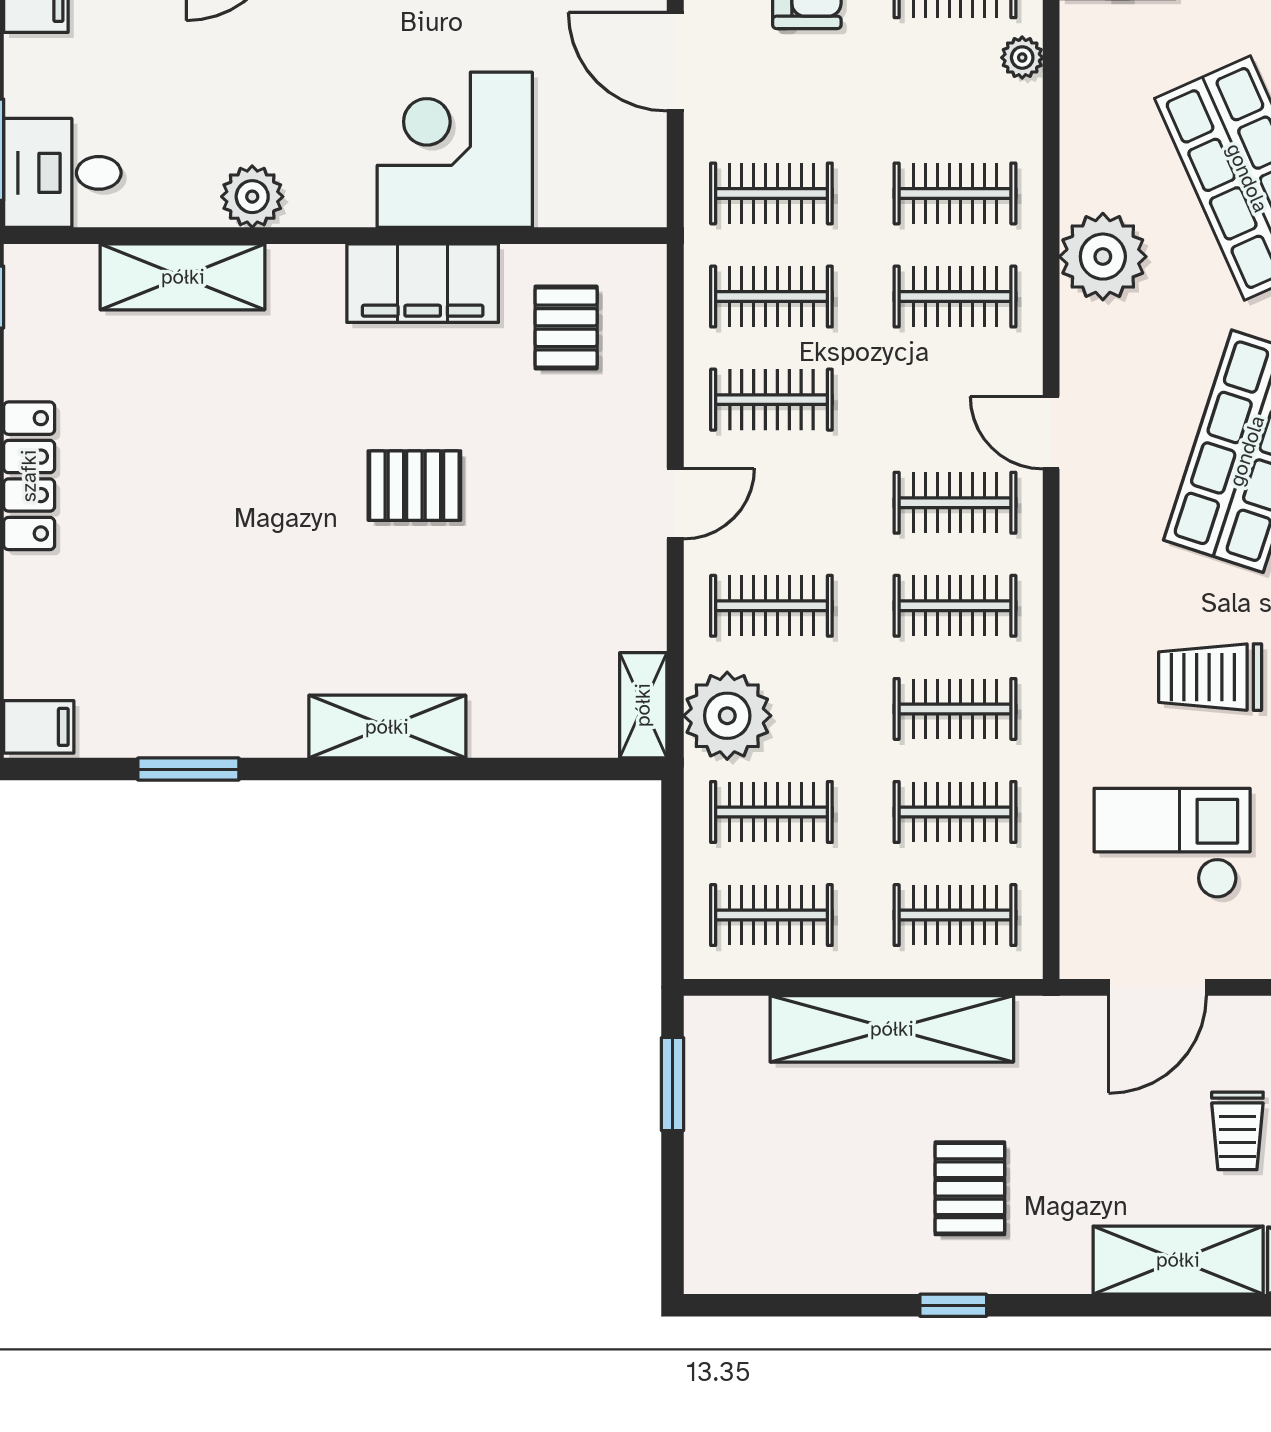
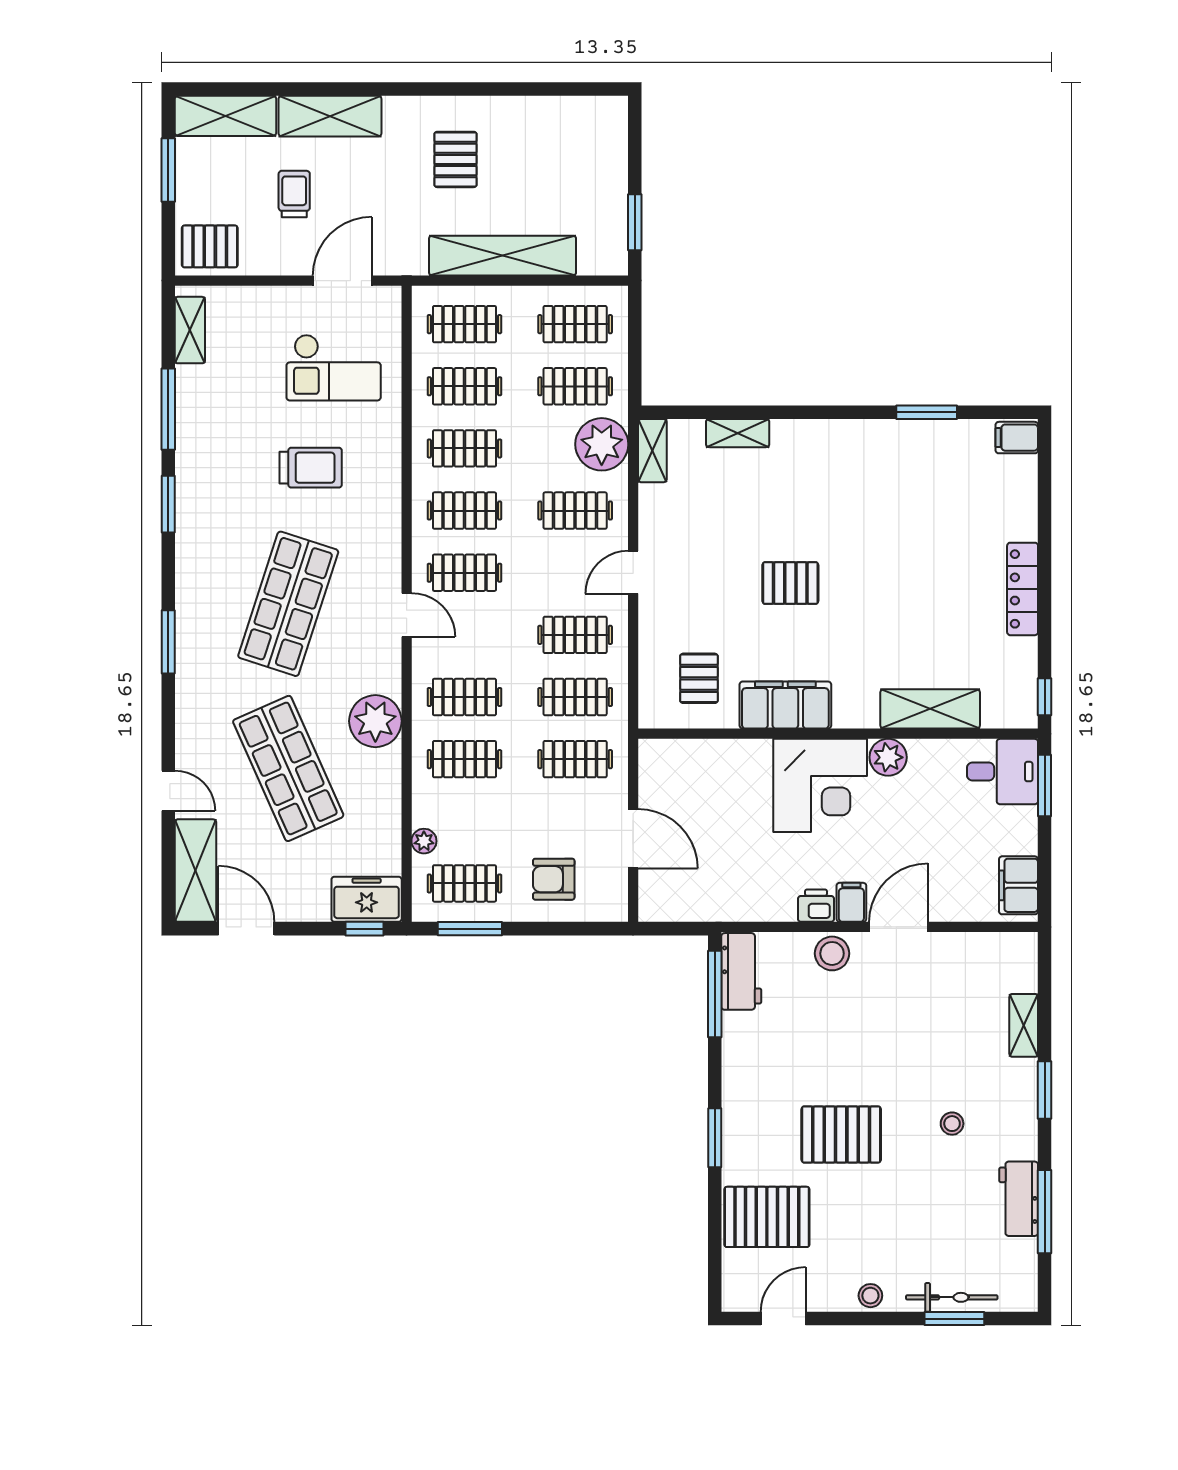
corner desk: (455, 150) -> (820, 785), moved
shelving: (387, 727) -> (738, 433), moved, width x0.67, depth x0.75
window: (953, 1305) -> (466, 89), removed

